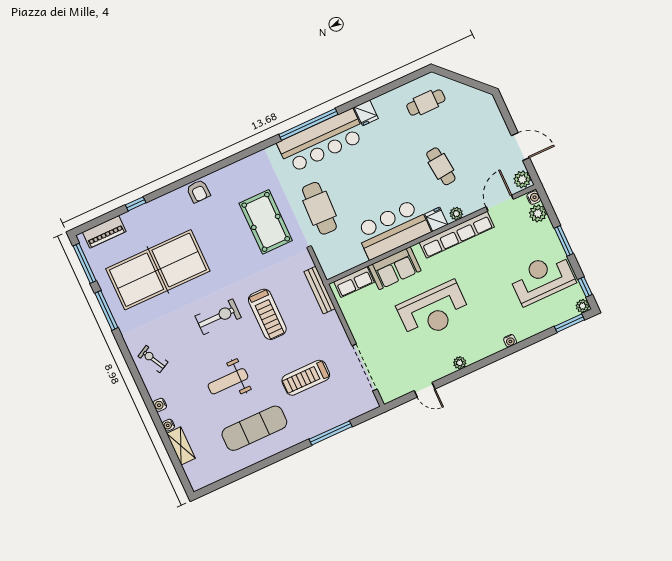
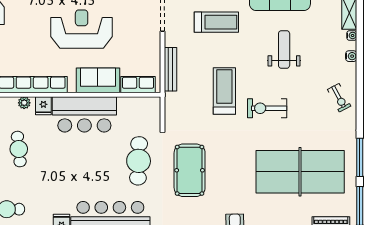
bench: (320, 290) -> (170, 69), moved
weight bench: (228, 381) -> (284, 49), turned -90

